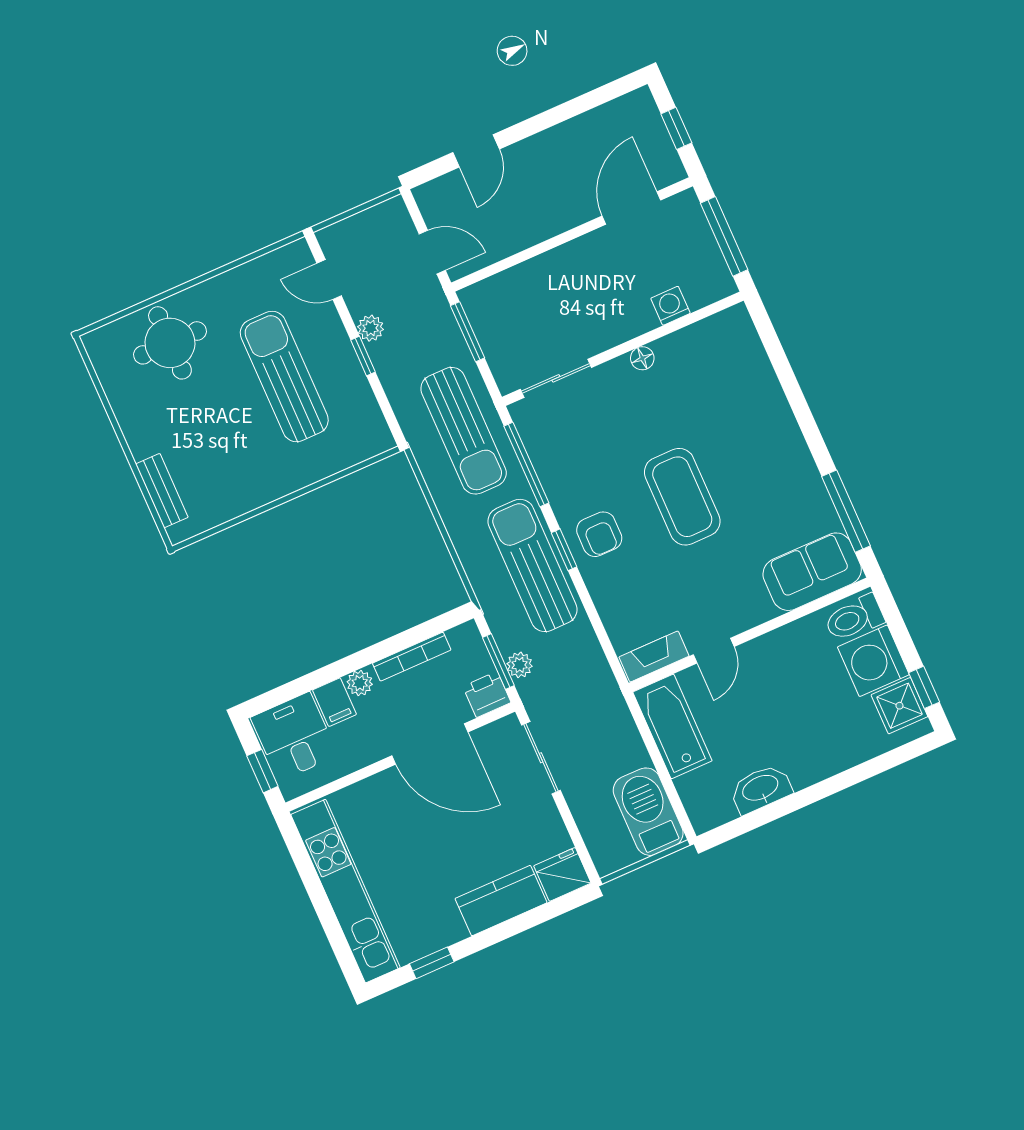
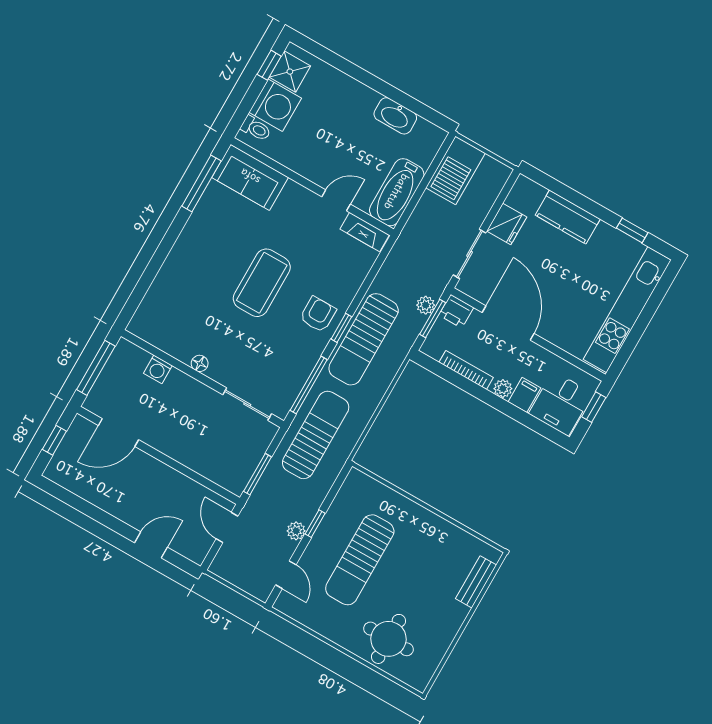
toilet: (854, 618) -> (256, 128), width x0.73, depth x0.72
fridge: (562, 874) -> (507, 224), moved, turned -90

